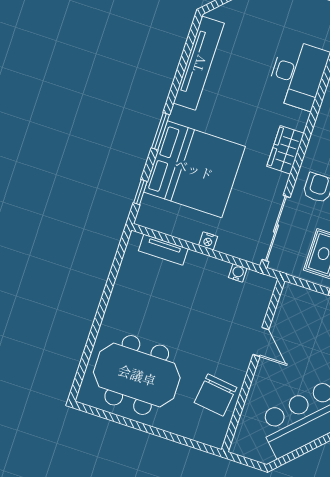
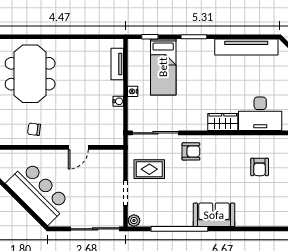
wardrobe: (285, 150) -> (223, 122), moved
bed: (194, 169) -> (163, 67), width x0.49
water cooler: (238, 273) -> (118, 101), moved
chair: (215, 395) -> (34, 129), width x0.54, depth x0.54

